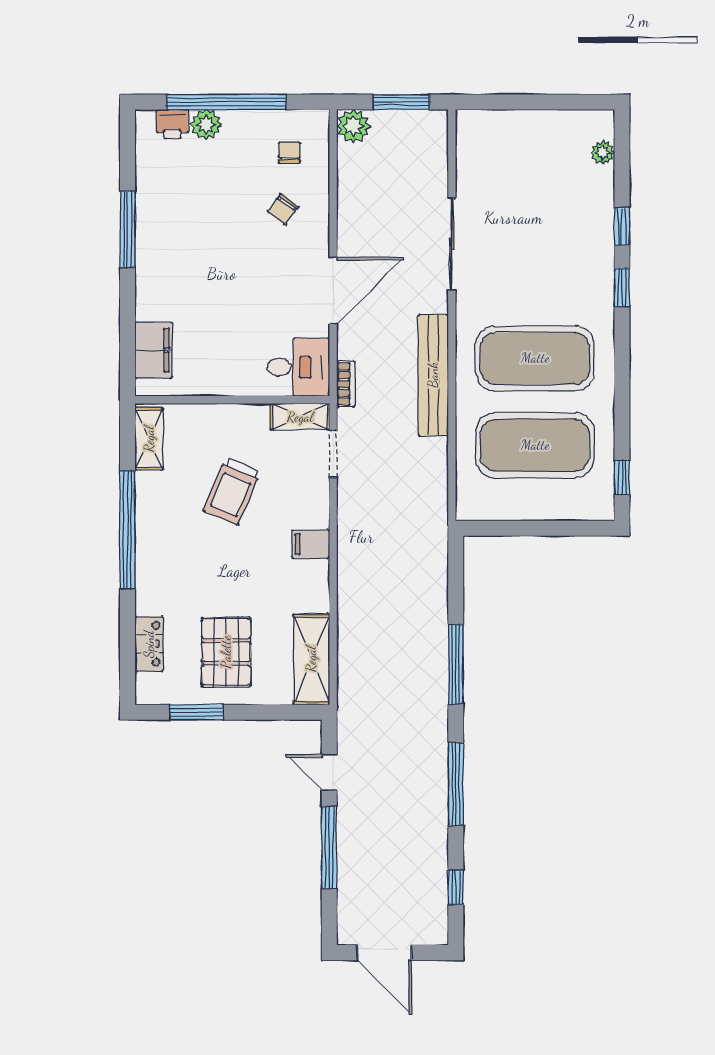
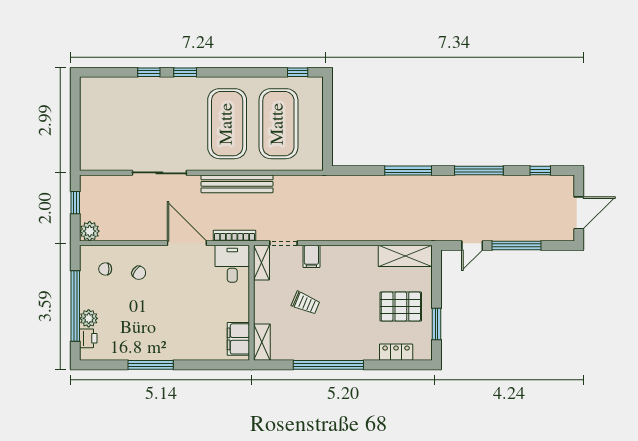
window: (402, 102) -> (75, 203), width x0.67
plant: (603, 153) -> (105, 84), removed
filing cabinet: (154, 350) -> (238, 339), moved, turned -90
bookcase: (346, 384) -> (235, 236), width x1.56
shelving: (149, 439) -> (262, 342), moved, turned 90
trolley: (232, 491) -> (306, 303), width x0.73, depth x0.72
filing cabinet: (311, 544) -> (311, 256), moved

